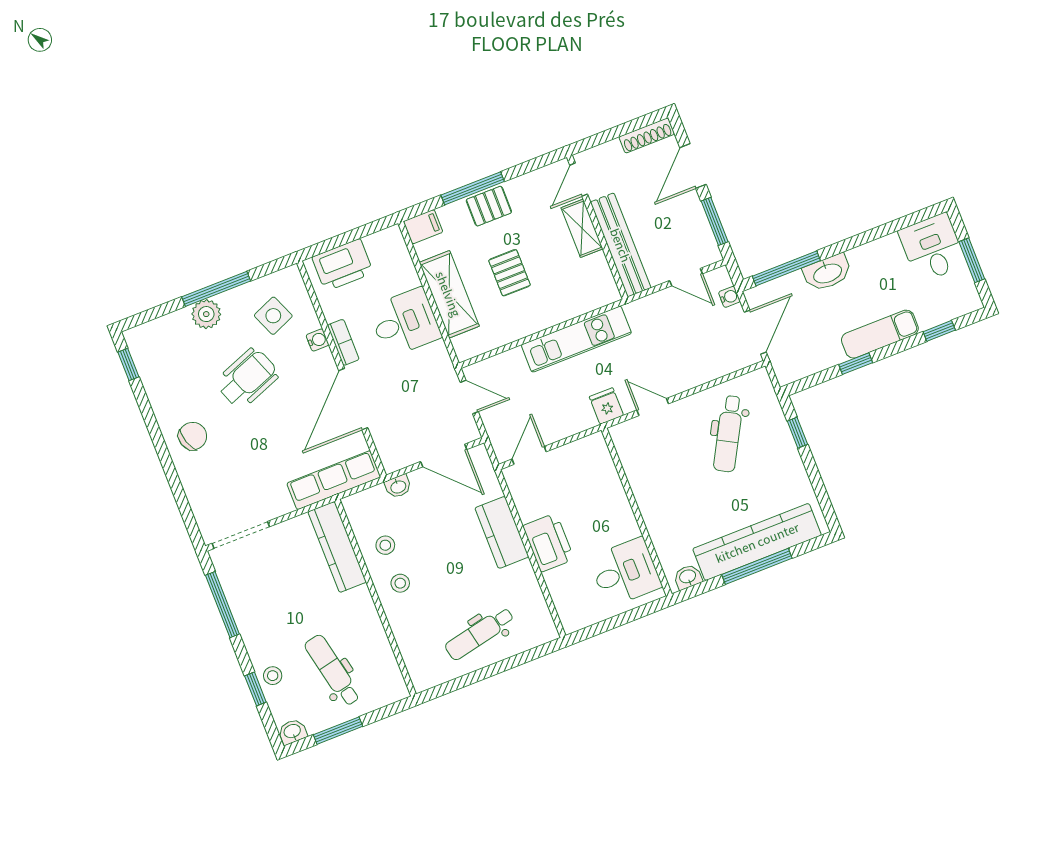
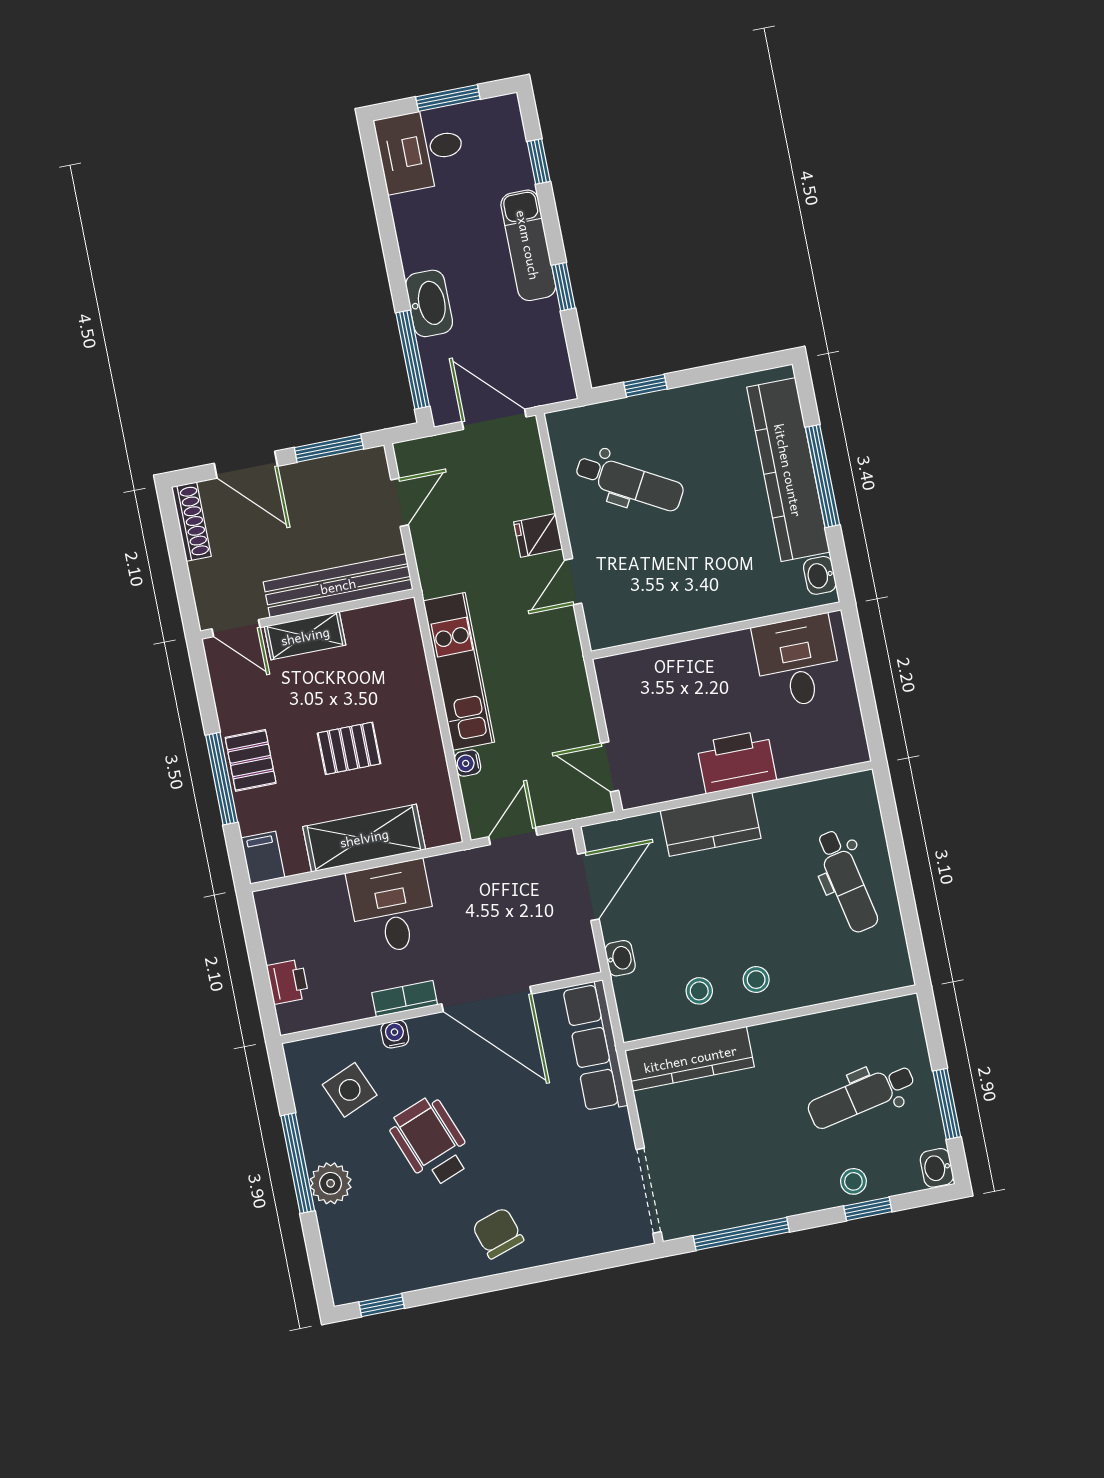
printer: (343, 265) -> (288, 982), width x0.53, depth x0.68
water cooler: (729, 297) -> (468, 763), moved, turned -90
fridge: (606, 406) -> (538, 535), moved

